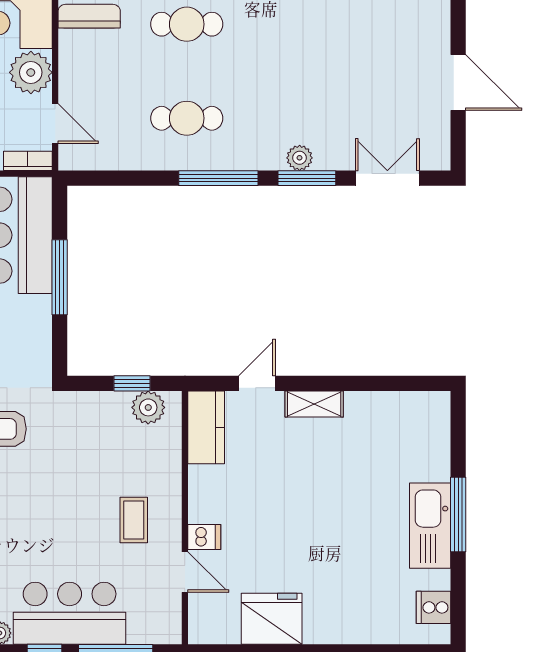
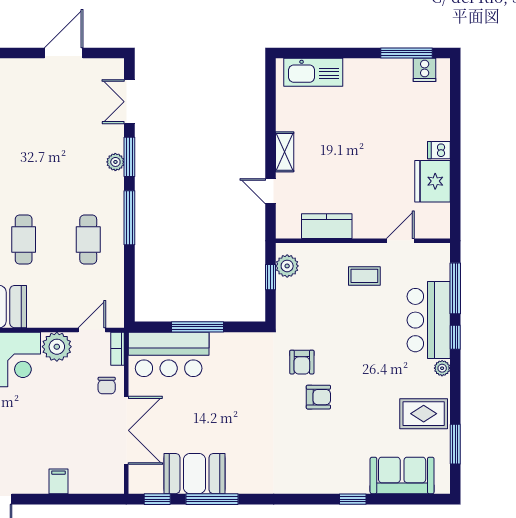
kitchen counter: (206, 427) -> (327, 226), moved
window: (458, 514) -> (406, 53), moved
kitchen sink: (430, 526) -> (313, 72), moved
dishwasher: (204, 537) -> (439, 150), moved, turned -90

